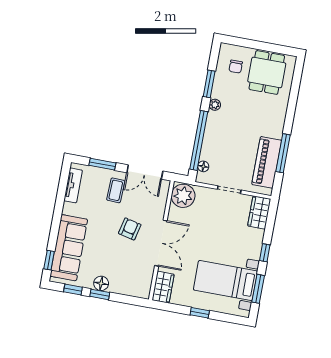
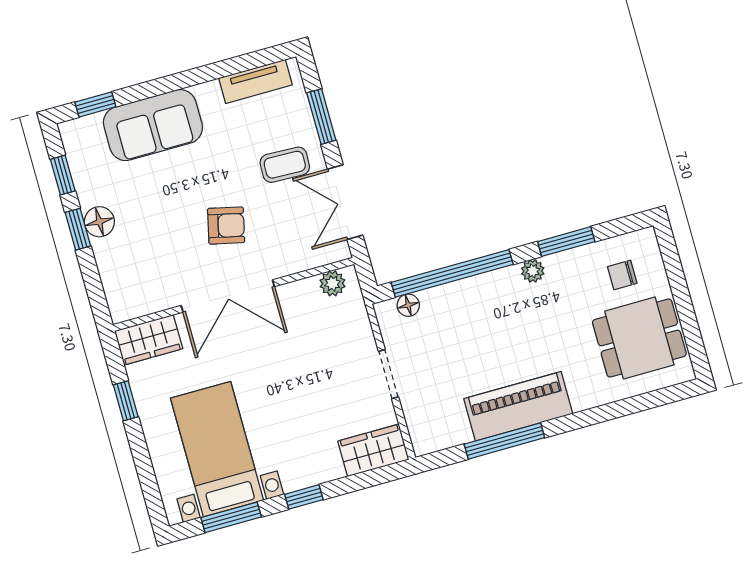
piano: (267, 162) -> (518, 406), moved
plant: (183, 196) -> (332, 283), width x0.53, depth x0.53
sofa: (69, 248) -> (153, 125), width x0.73
window: (200, 313) -> (126, 401), moved

